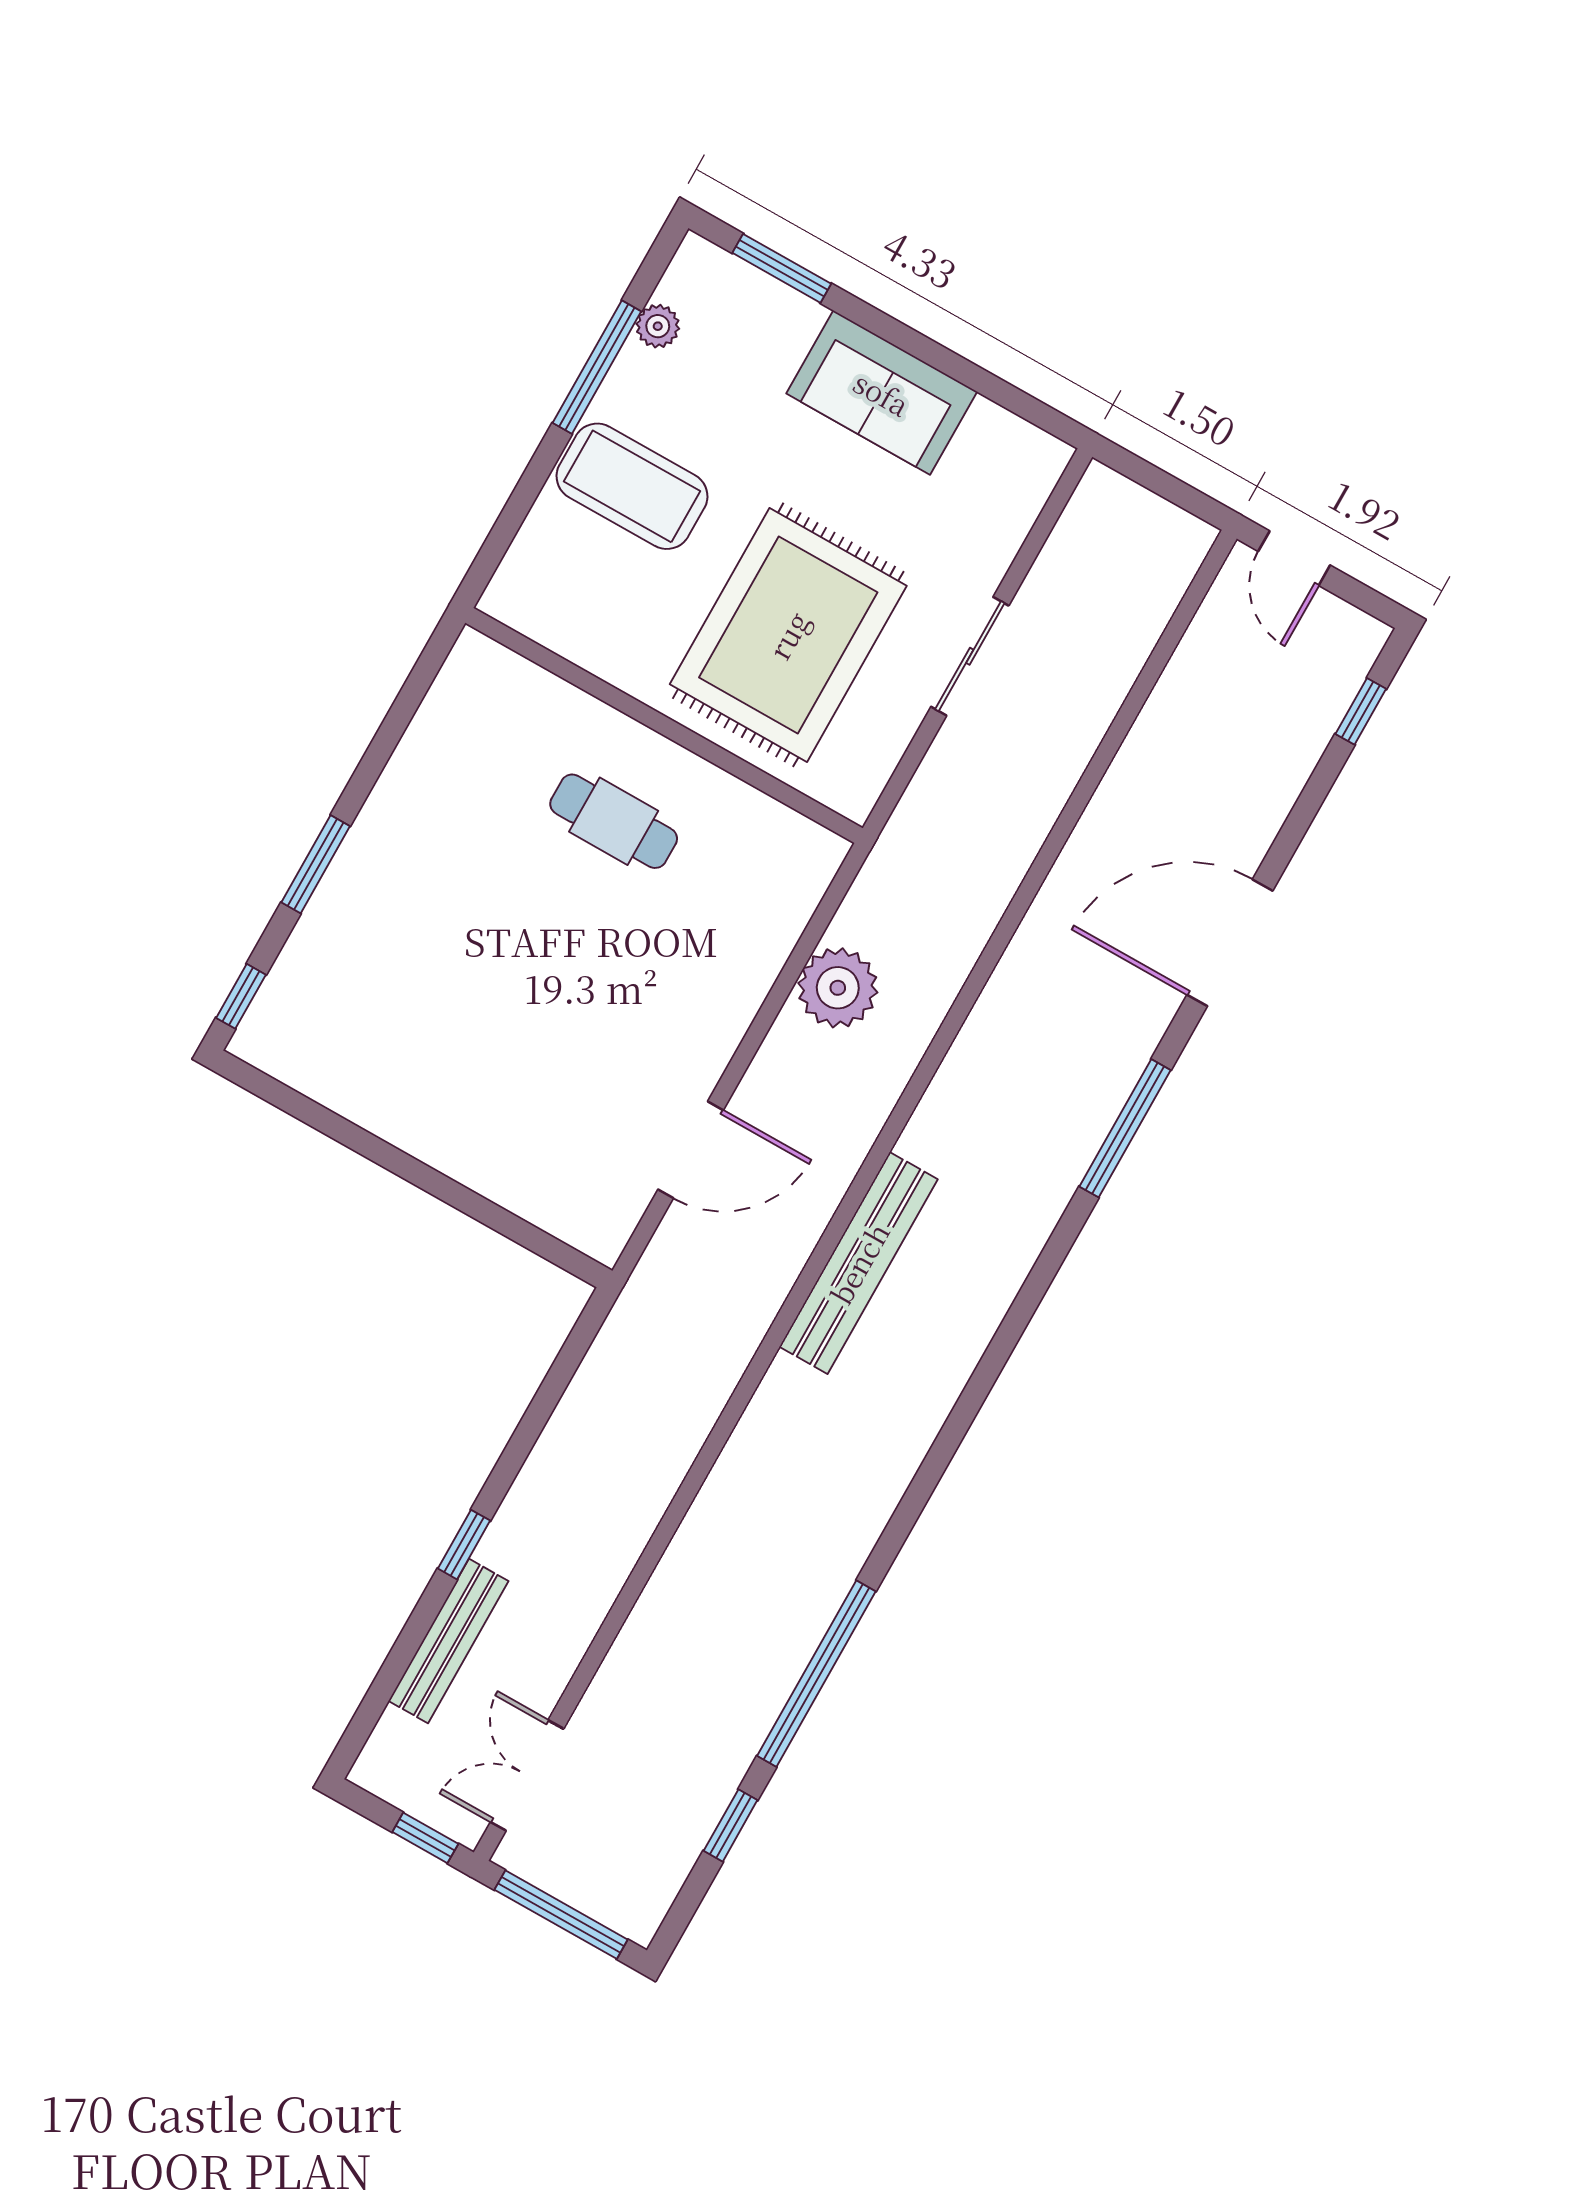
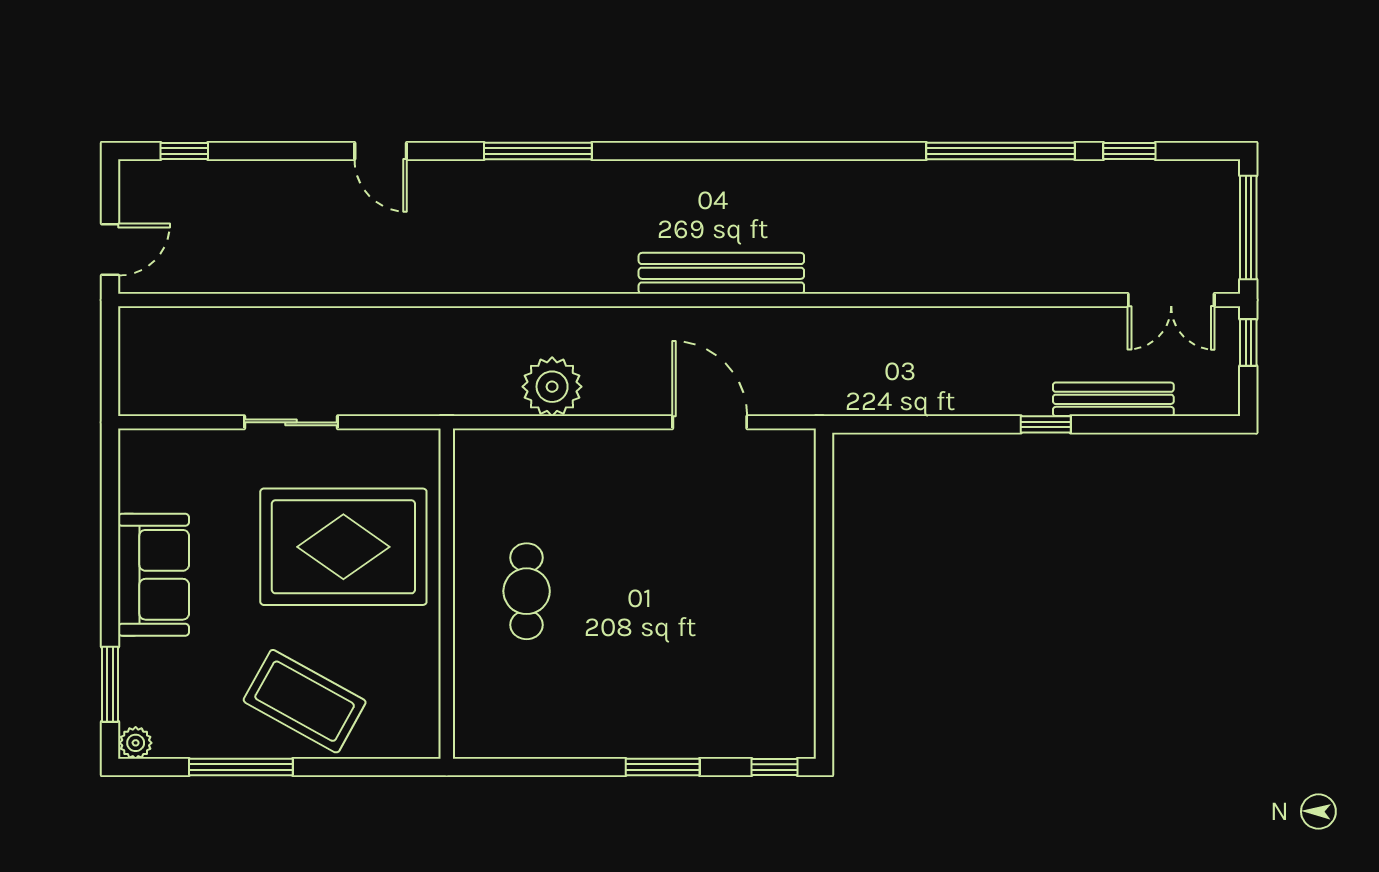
plant: (658, 326) -> (136, 743), moved
coffee table: (632, 486) -> (305, 701), turned -61
door: (1230, 943) -> (381, 151), width x0.53

